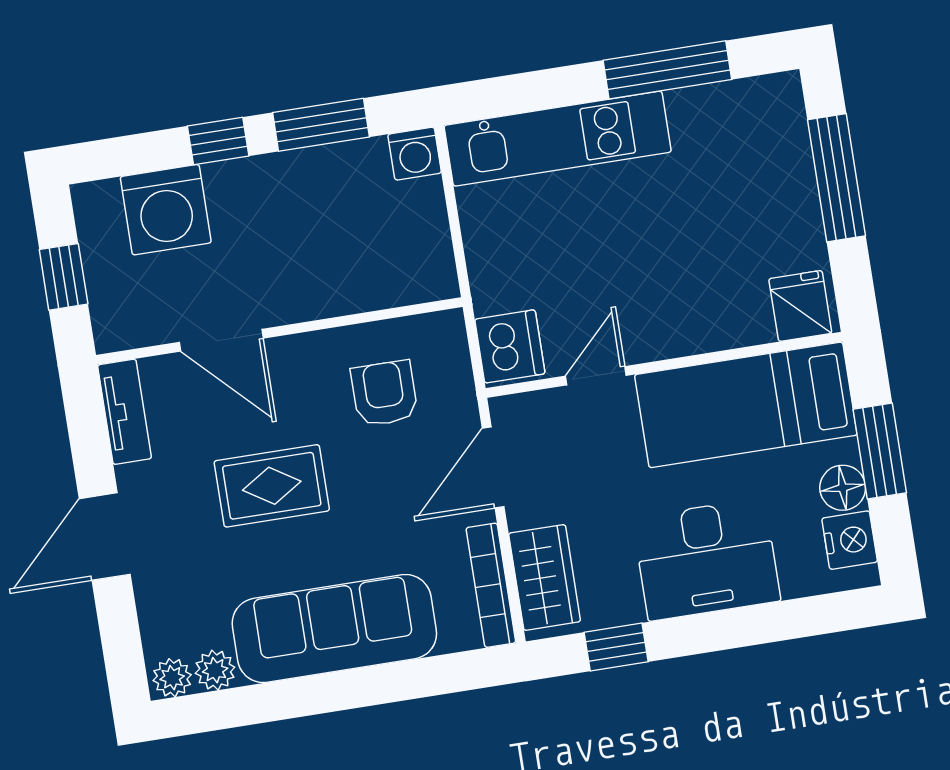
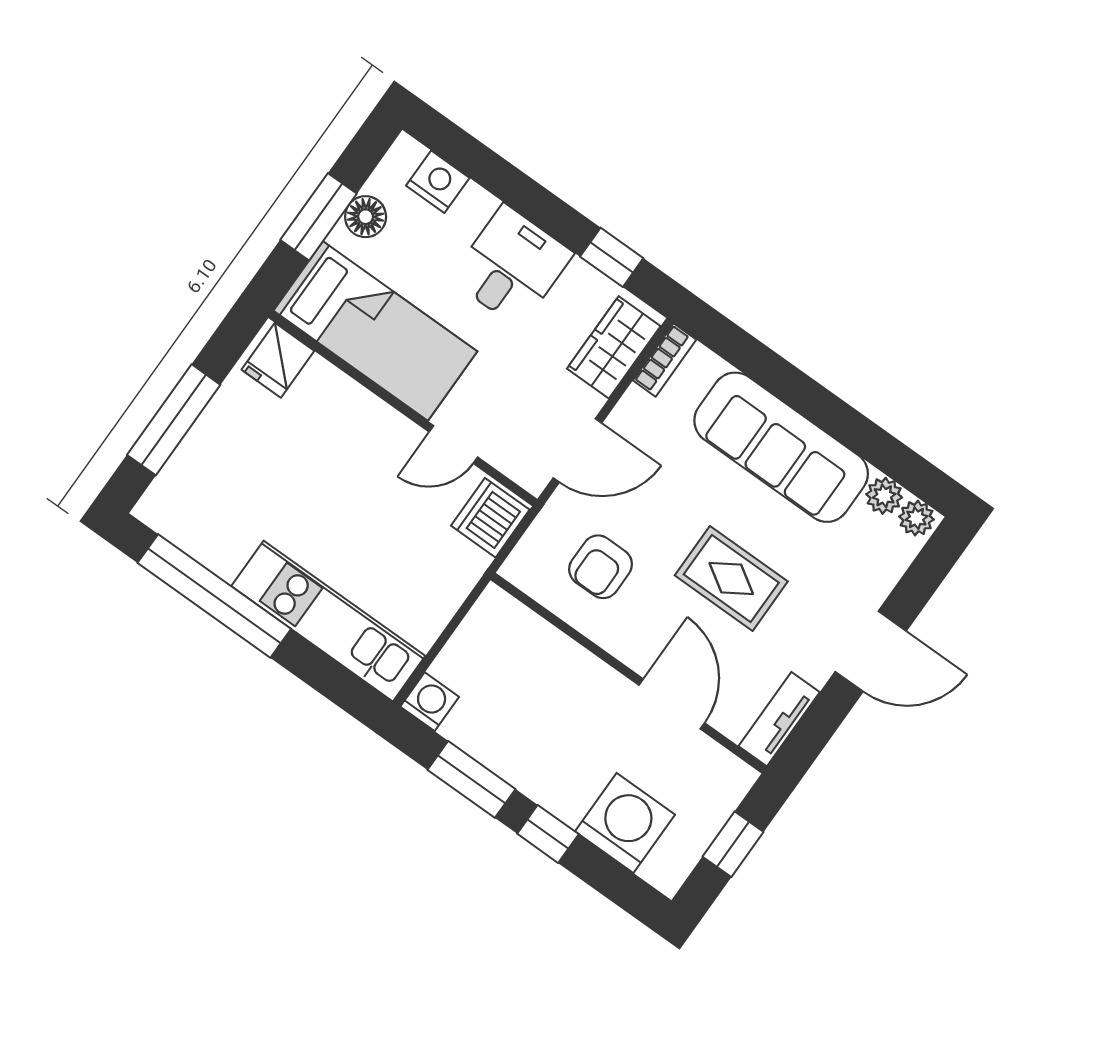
window: (667, 70) -> (214, 596), width x1.46
nightstand: (850, 540) -> (438, 182), moved, turned 90
desk: (707, 559) -> (512, 266), width x0.73
bookcase: (491, 585) -> (665, 360), width x0.64

